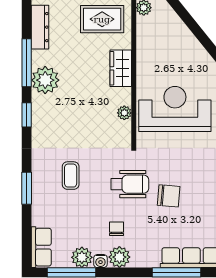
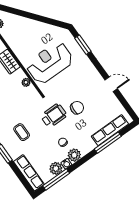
row of seats: (41, 247) -> (29, 173), width x1.48

